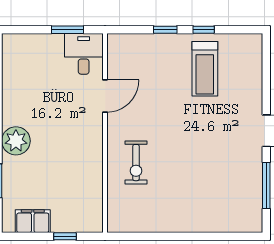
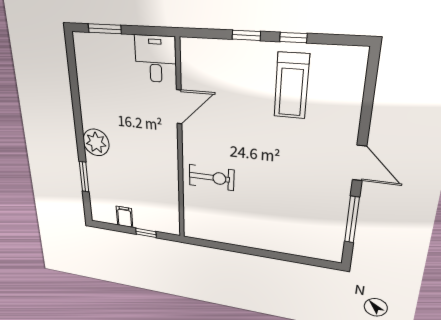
window: (67, 30) -> (105, 29), moved
exercise bike: (136, 163) -> (211, 178), turned -90
filing cabinet: (33, 221) -> (125, 217), width x0.50

